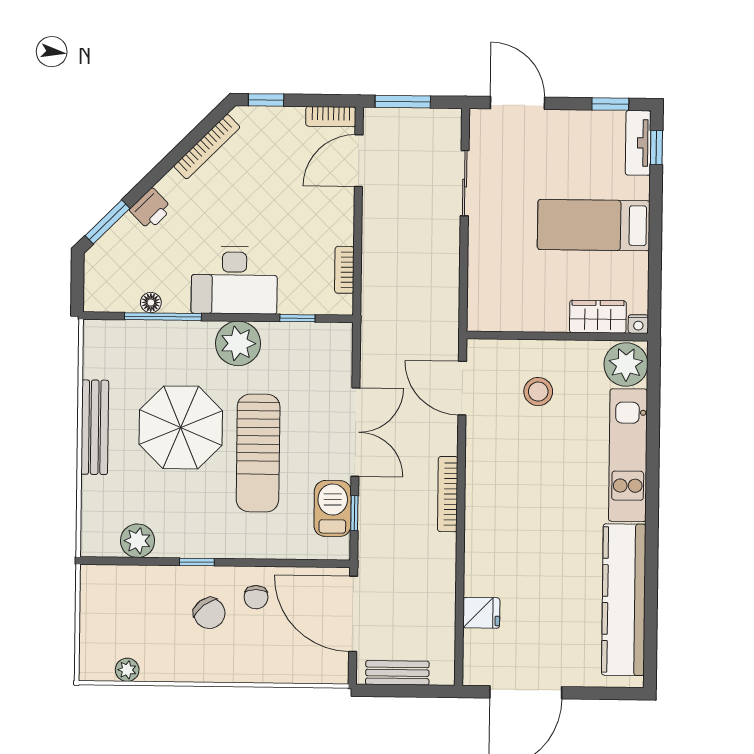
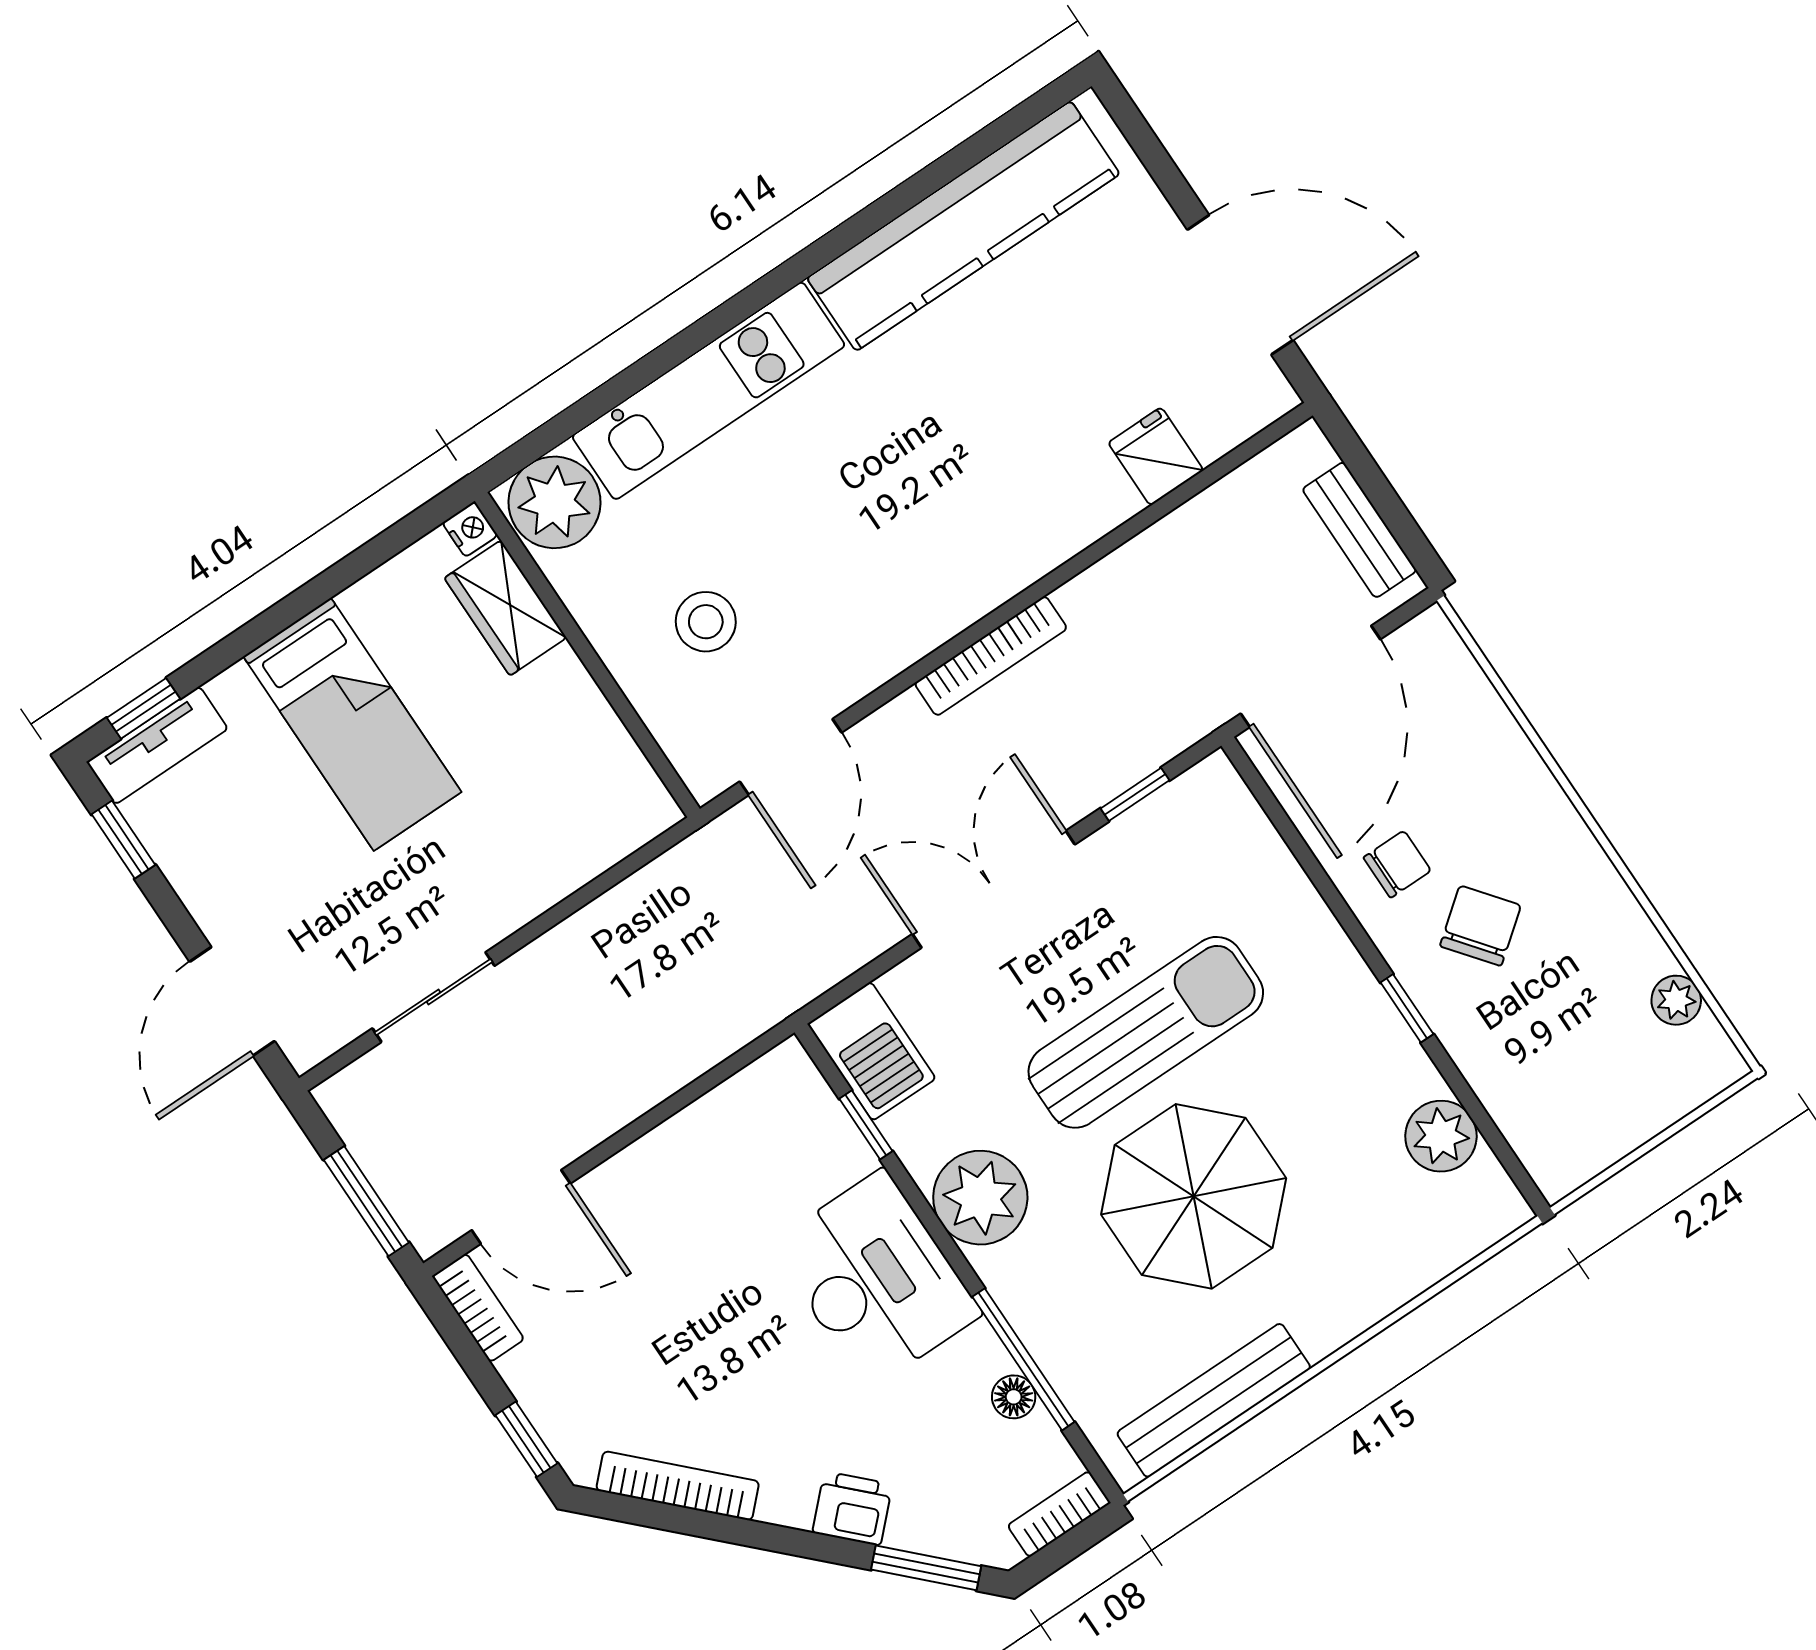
bookcase: (344, 270) -> (1059, 1514), moved, turned 180
bench: (95, 427) -> (1214, 1400), moved
barbecue: (333, 508) -> (872, 1051), moved, turned -90

